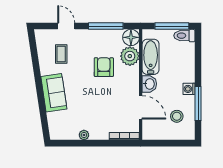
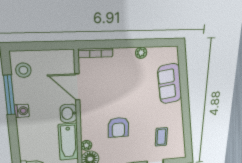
plant: (130, 56) -> (86, 145), width x0.53, depth x0.53
sofa: (54, 93) -> (170, 84), moved
stool: (177, 116) -> (23, 70), moved

